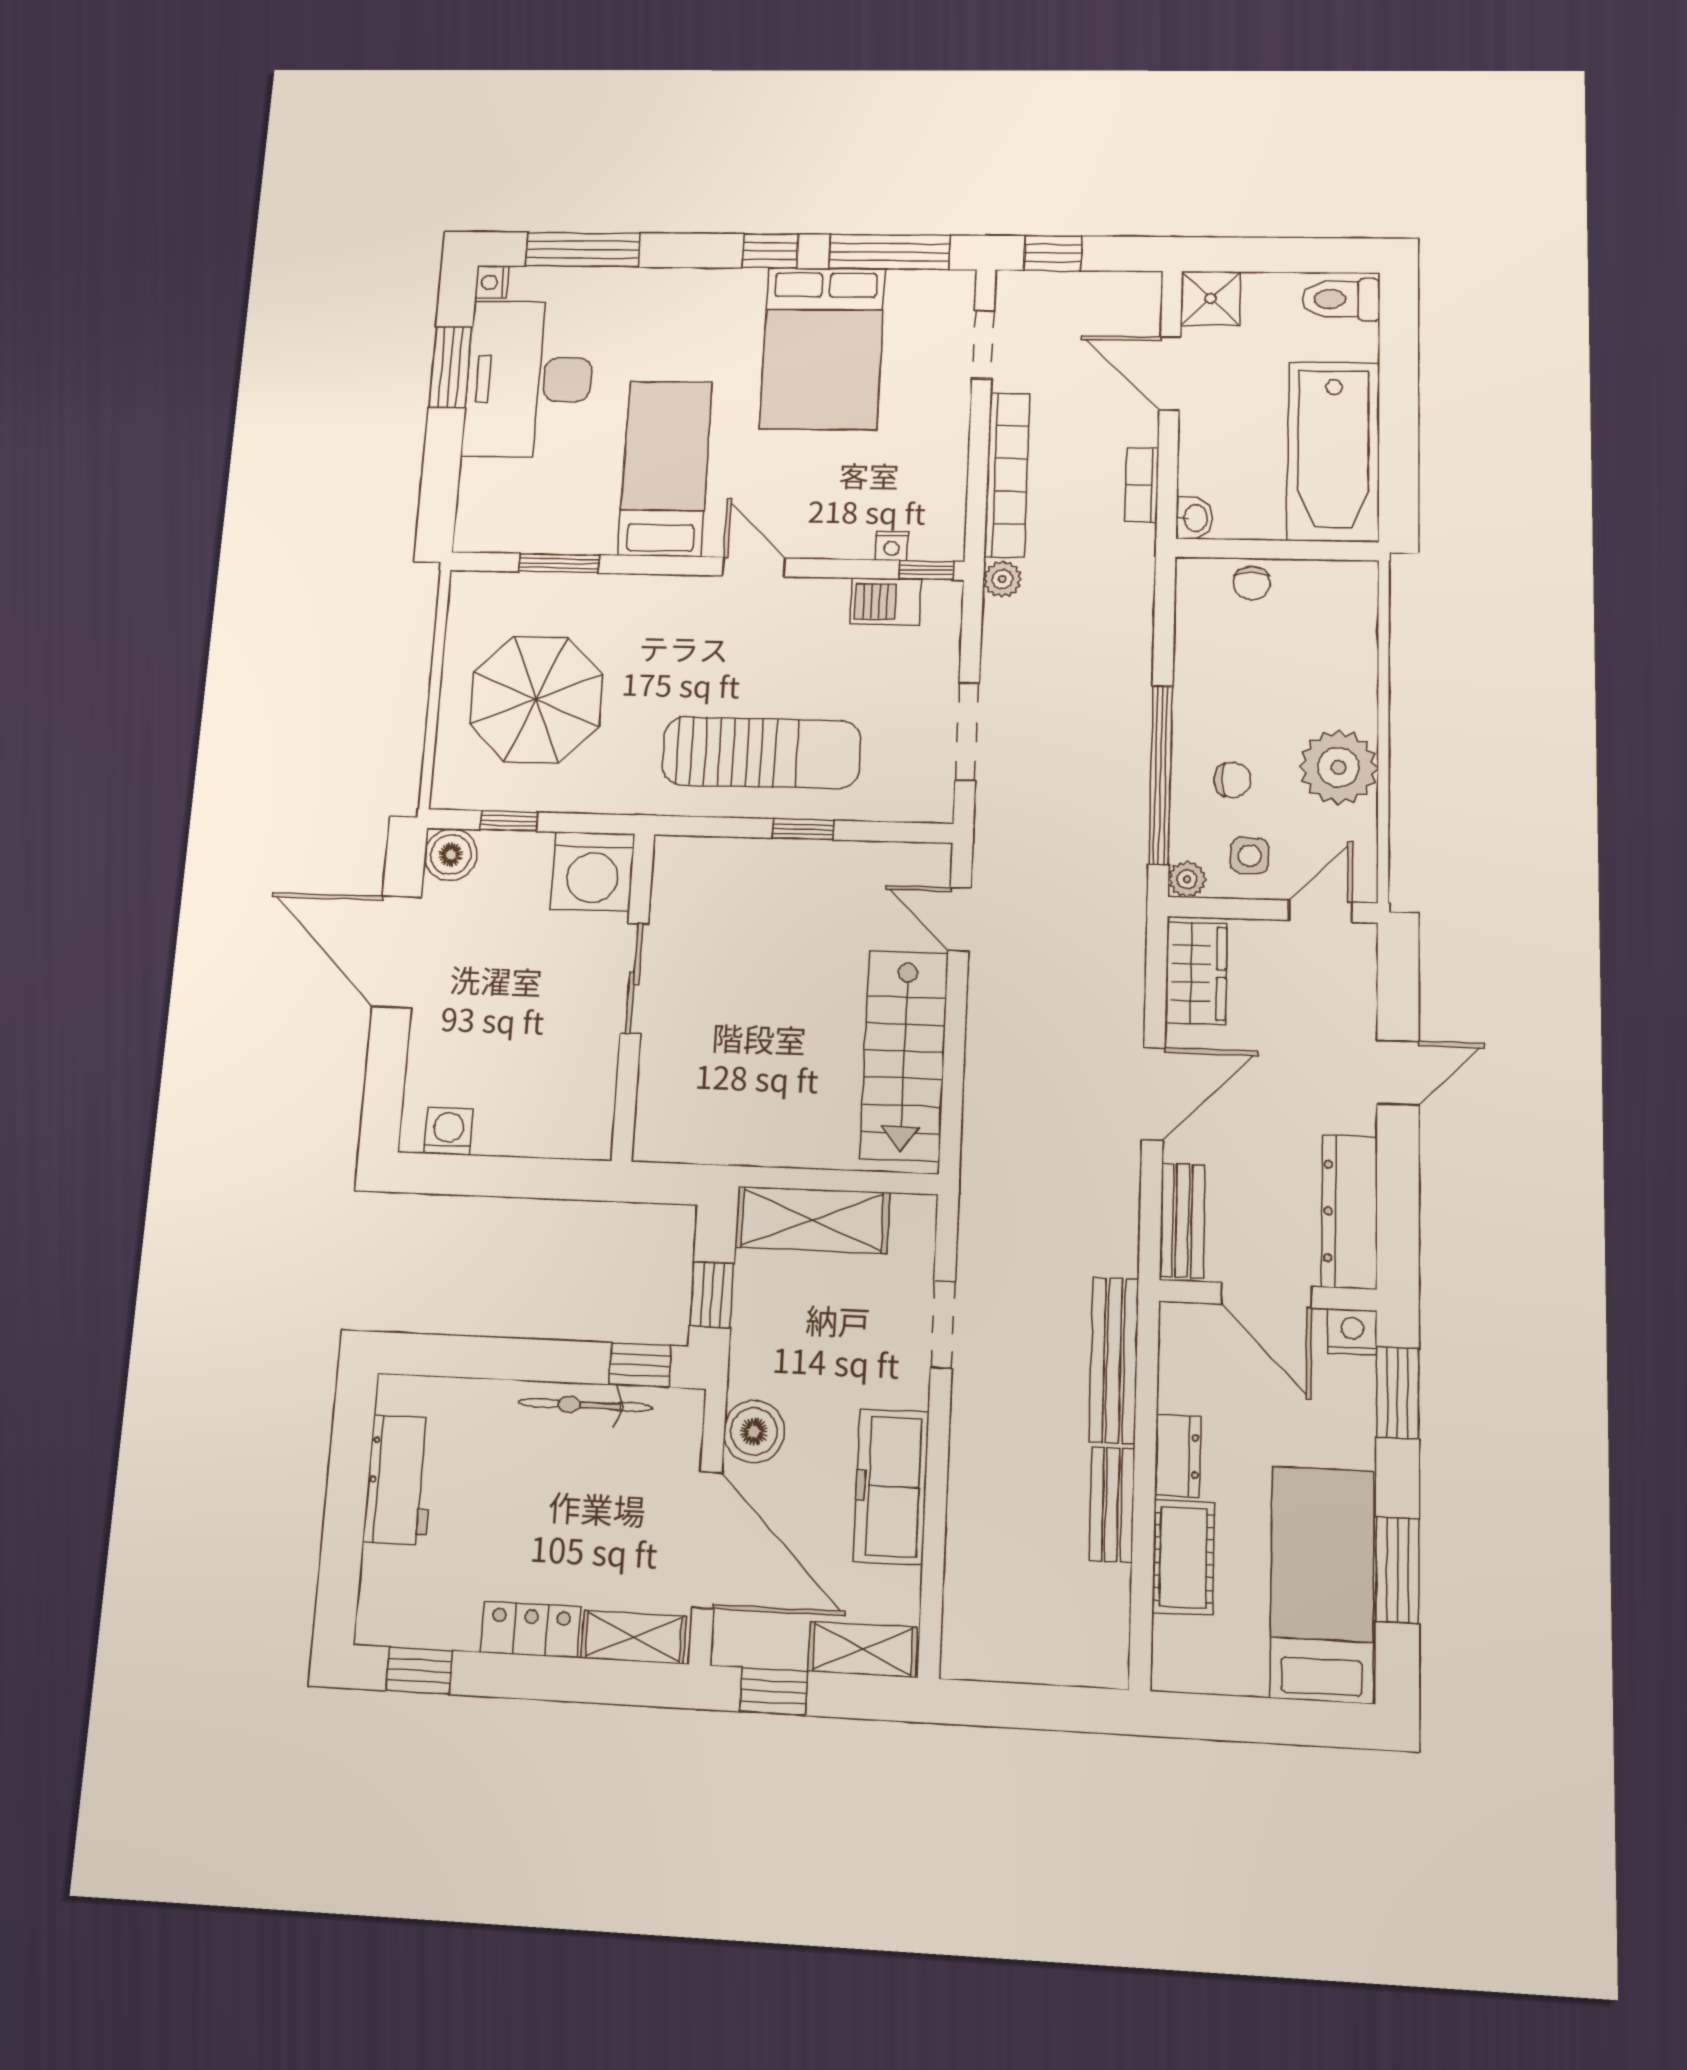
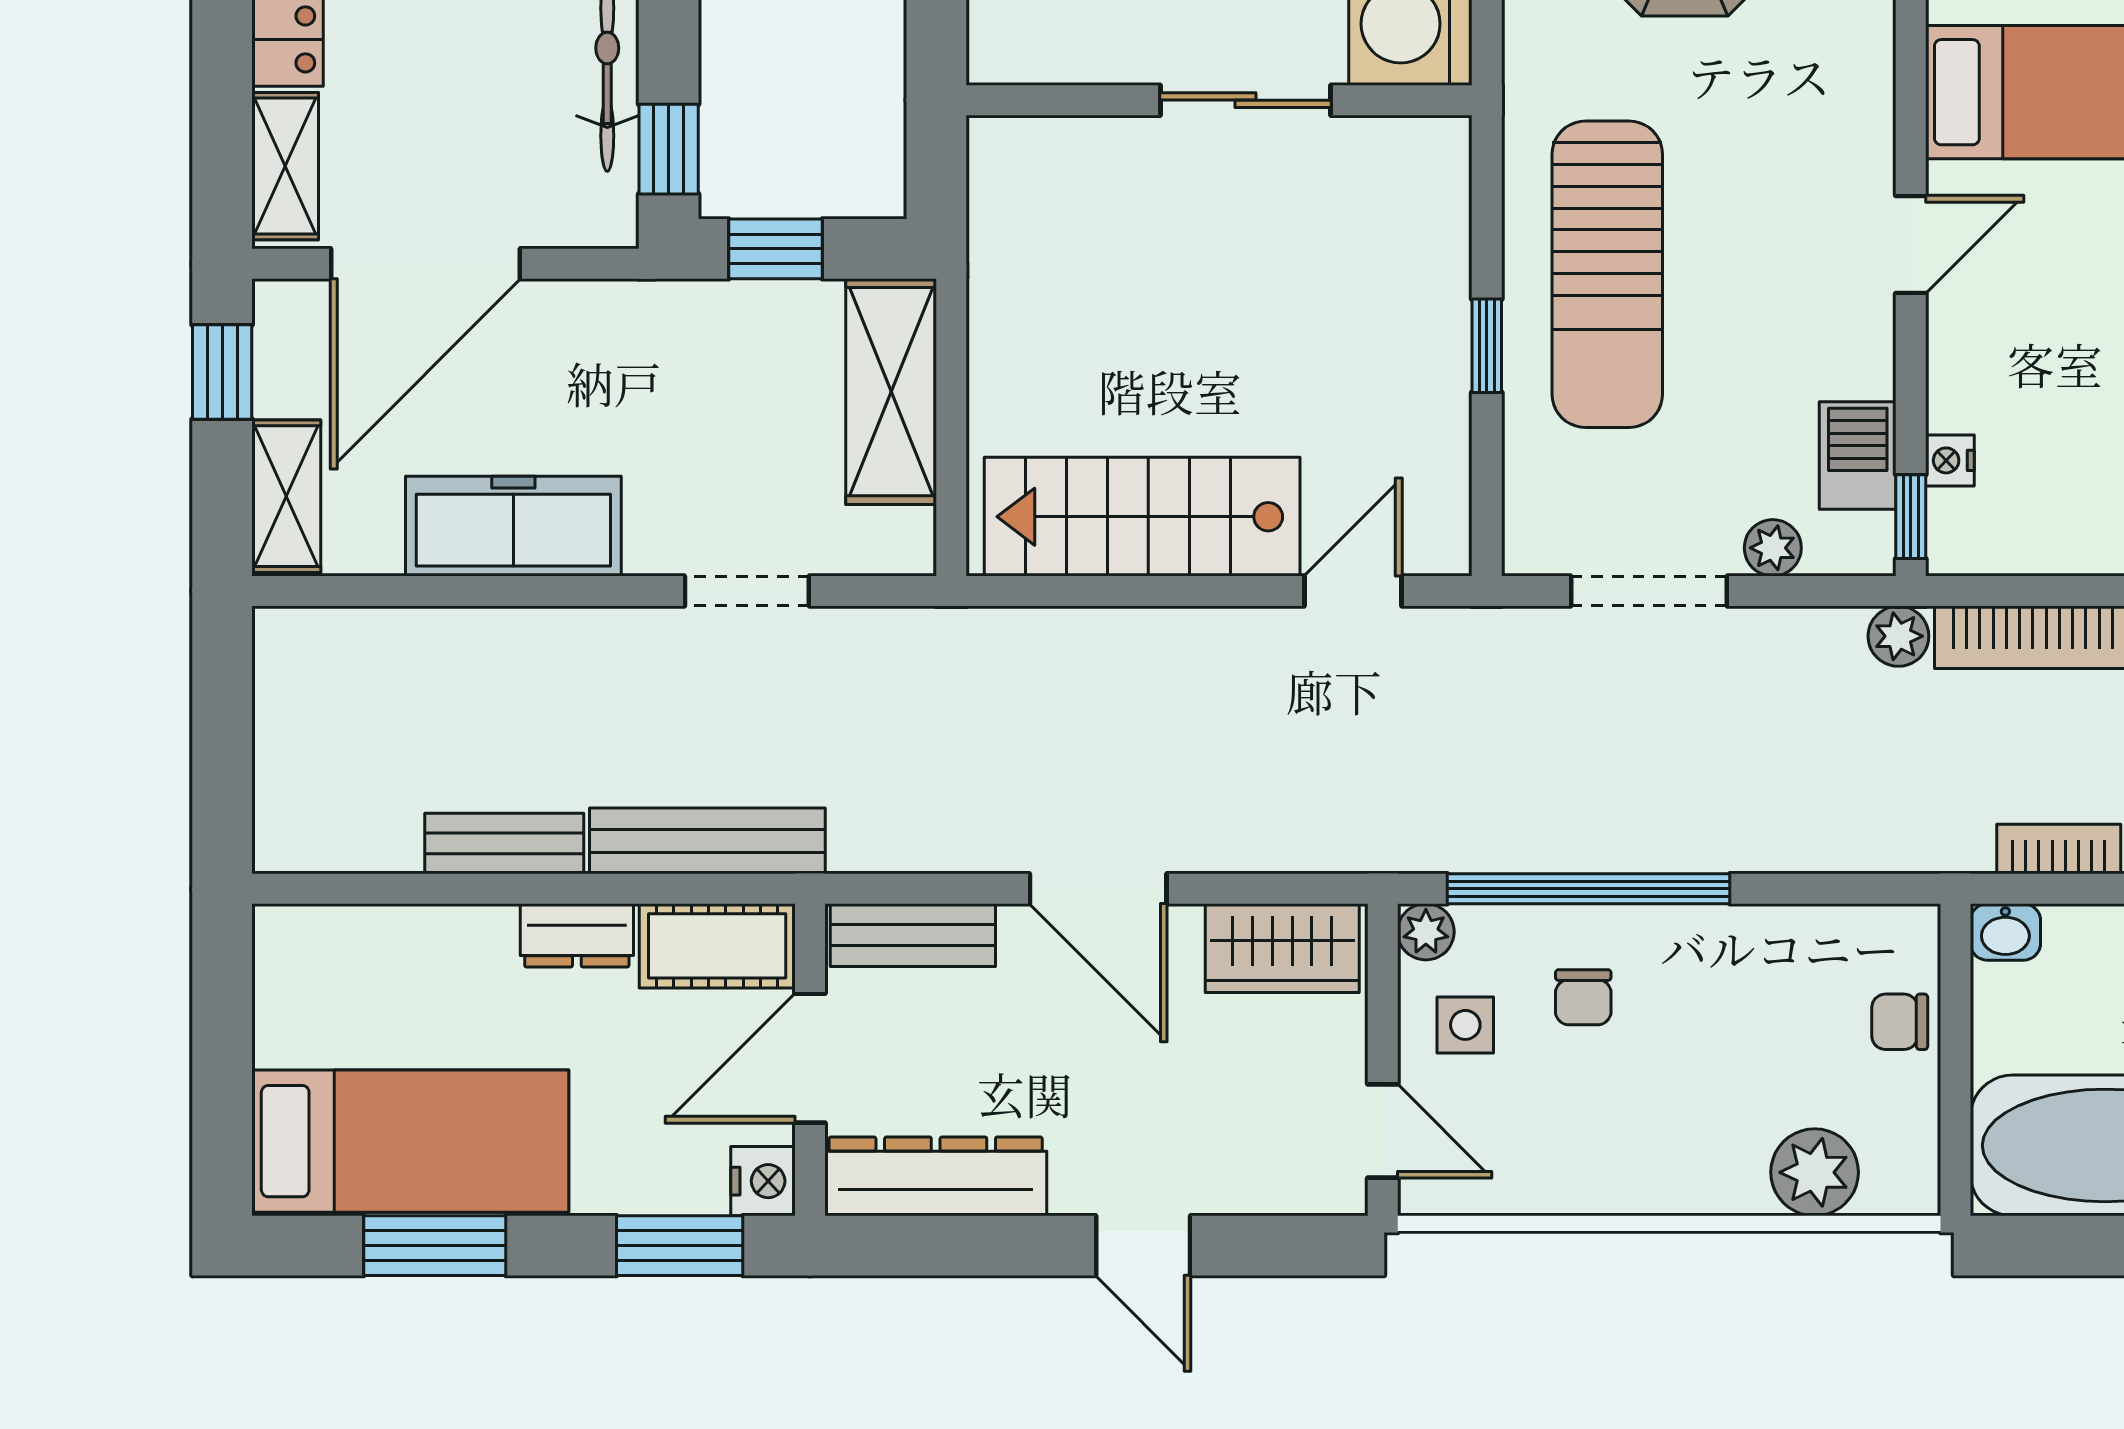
plant: (942, 655) -> (1773, 548), added
plant: (1339, 767) -> (1815, 1172), moved, width x0.73, depth x0.73
boiler: (754, 1432) -> (581, 323), removed
cot: (1183, 1557) -> (717, 946), moved

